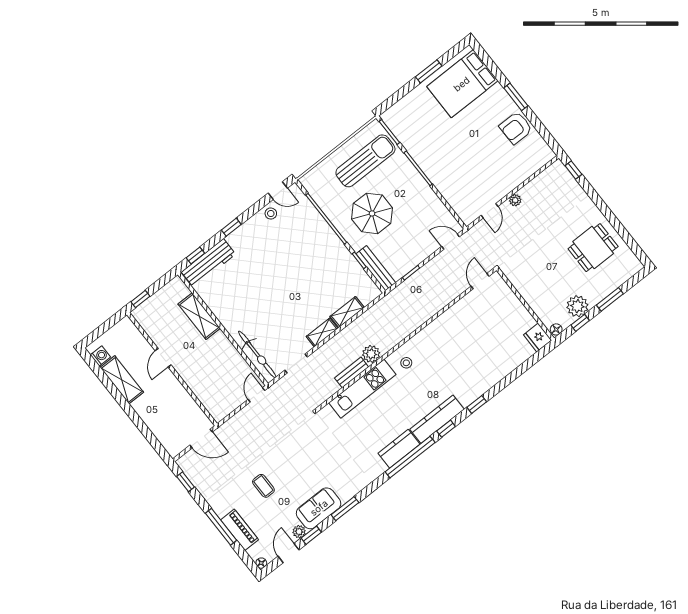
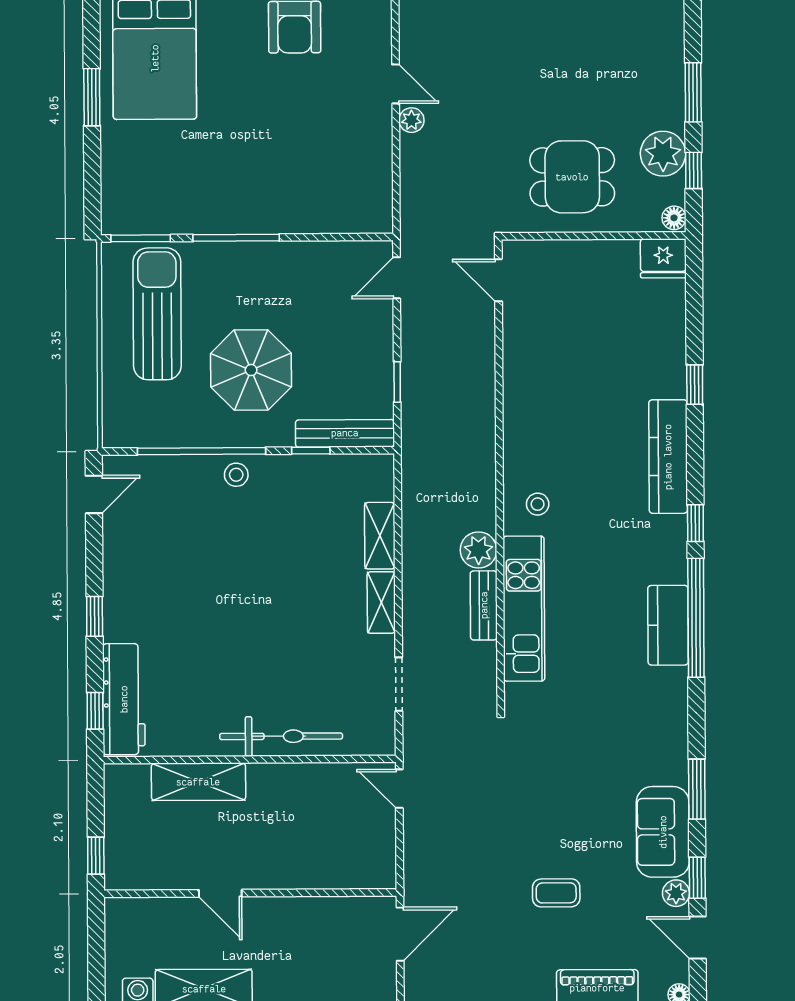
door: (490, 211) -> (396, 84), moved
stool: (271, 214) -> (236, 475), moved
dining table: (593, 248) -> (572, 177), moved, turned 90
bicycle: (257, 354) -> (281, 736), moved
window: (477, 404) -> (695, 385), moved
kitchen counter: (437, 419) -> (668, 457), moved

